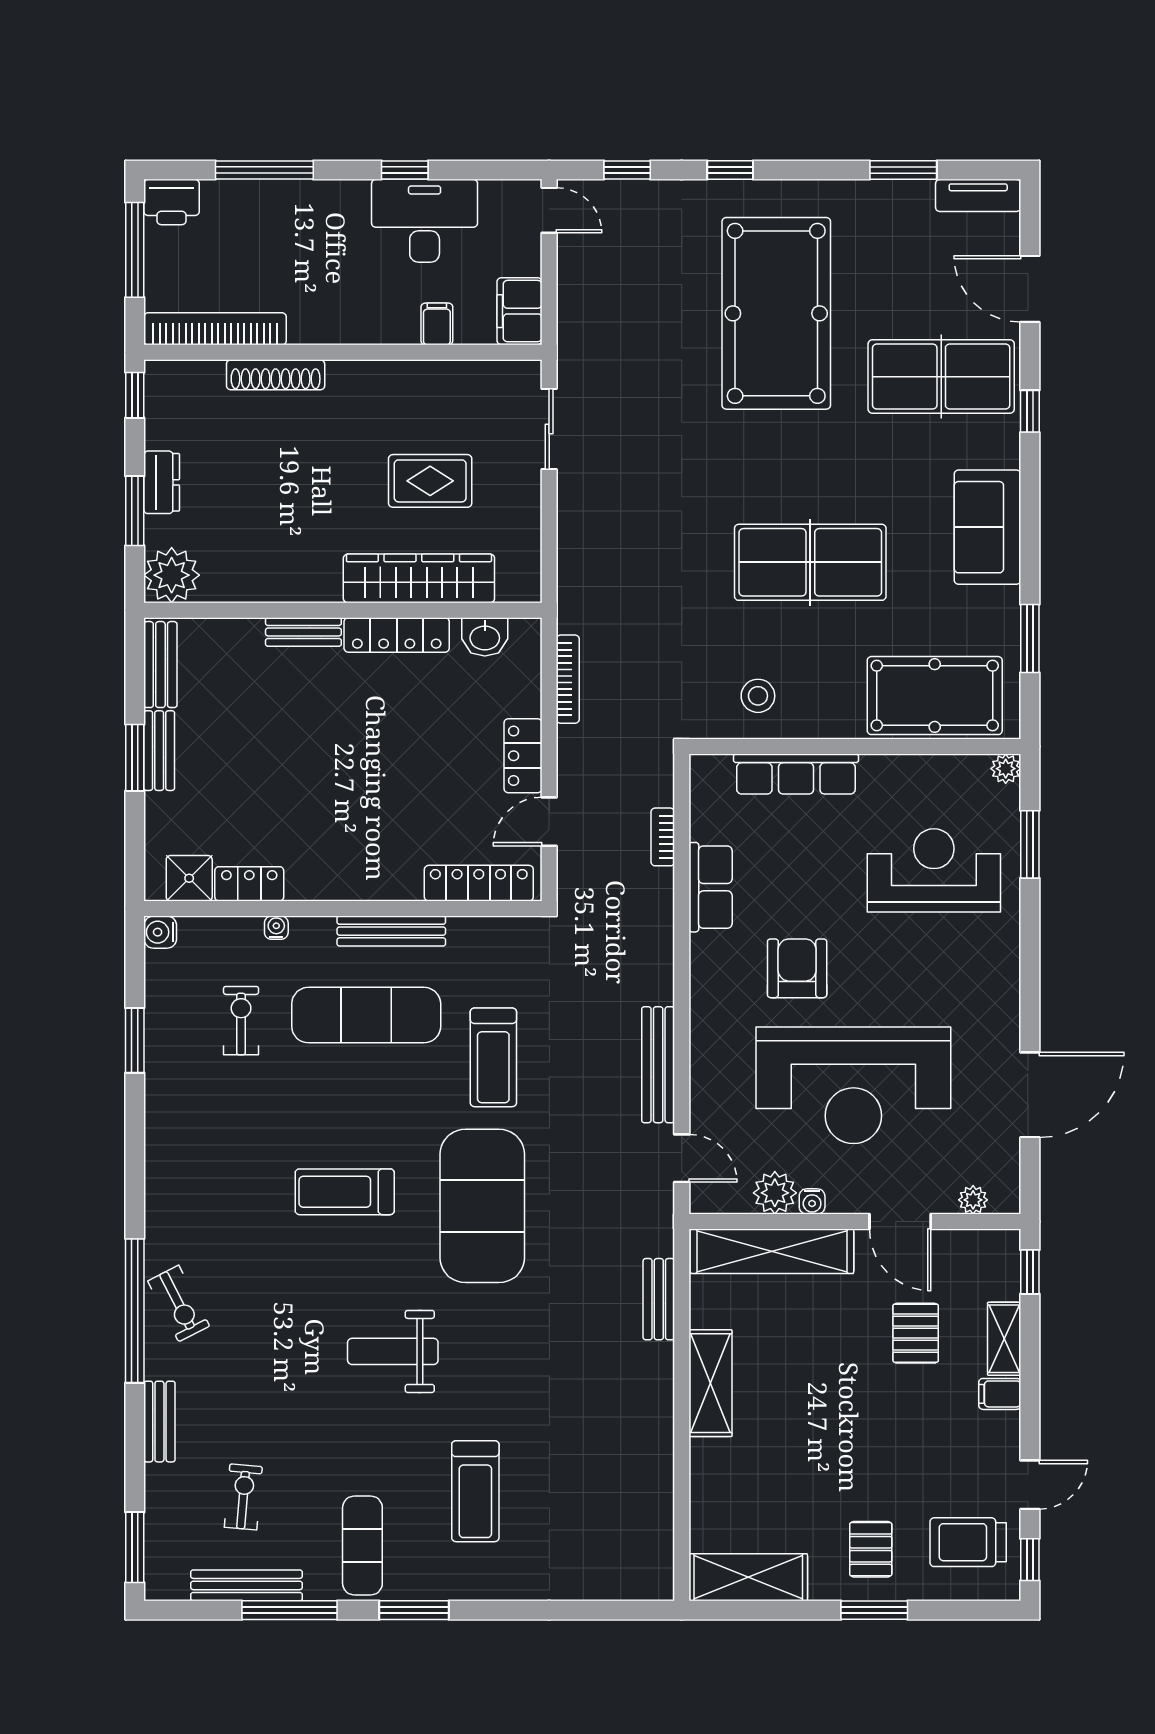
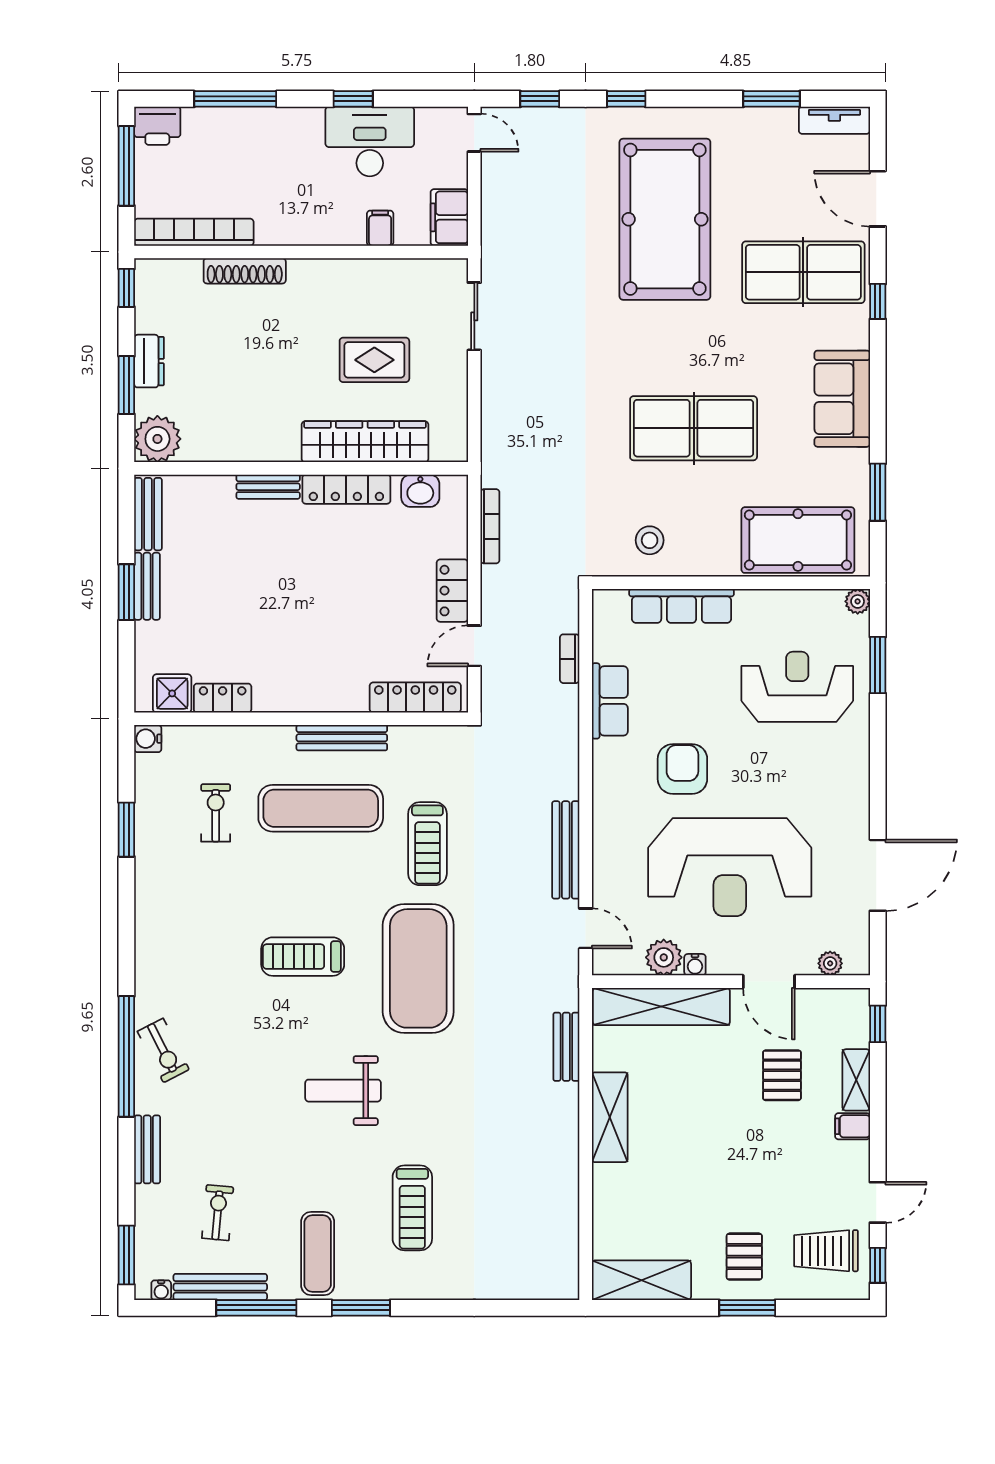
water cooler: (276, 928) -> (161, 1290), moved, turned 180

